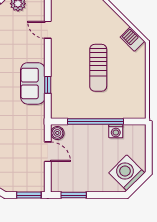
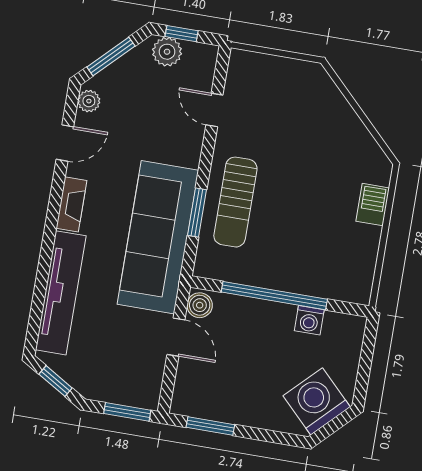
barbecue: (132, 39) -> (373, 205), moved, turned 45
sun lounger: (98, 68) -> (235, 202), moved
sofa: (33, 83) -> (158, 237), width x1.85, depth x1.27
window: (48, 85) -> (197, 213), width x1.50

